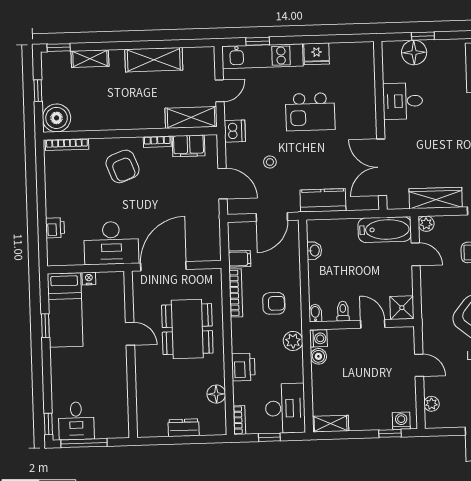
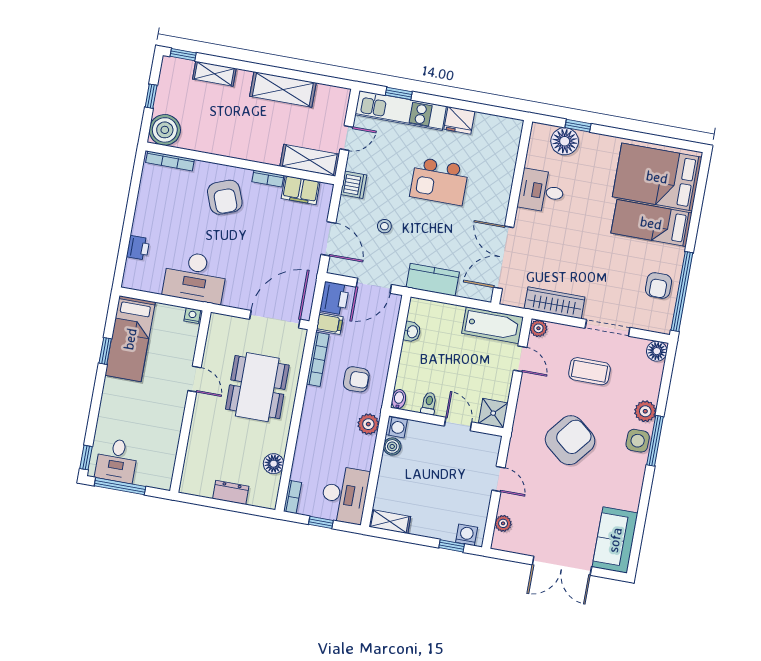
door: (163, 266) -> (275, 319), moved
nightstand: (89, 279) -> (192, 316), moved
printer: (243, 367) -> (335, 298), moved

